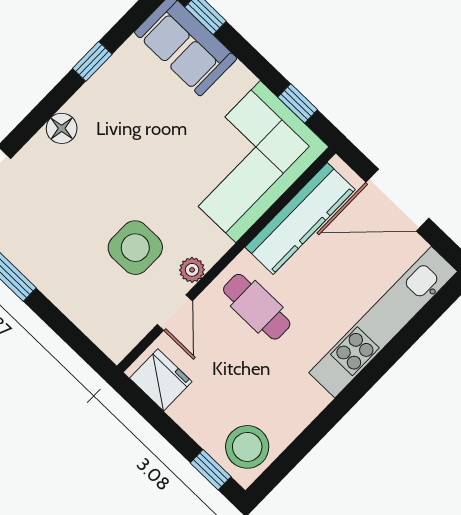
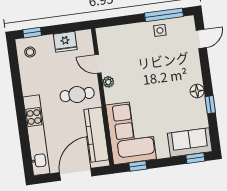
floor lamp: (62, 128) -> (197, 91), moved
side table: (135, 248) -> (160, 30), moved, width x0.54, depth x0.54
fridge: (161, 380) -> (65, 42), moved
stool: (247, 447) -> (30, 52), width x0.53, depth x0.53

